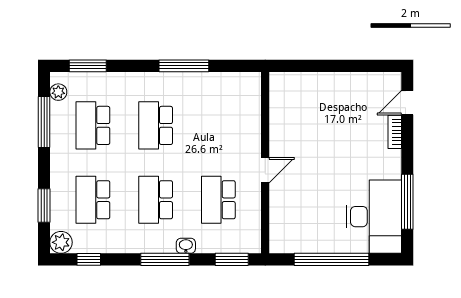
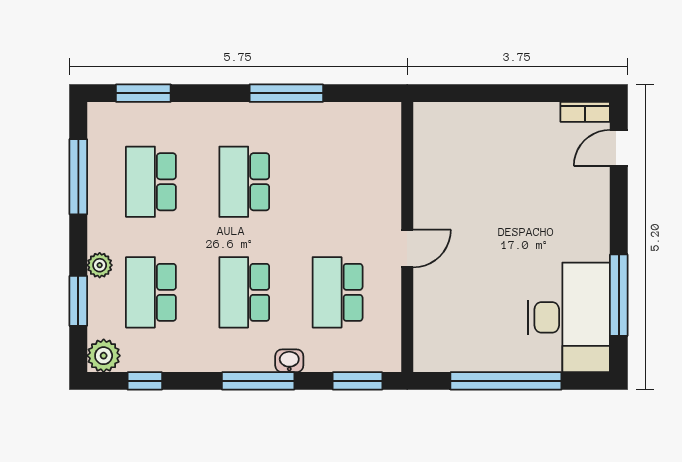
plant: (58, 92) -> (100, 265), moved
bookcase: (395, 132) -> (585, 112), moved, turned -90

